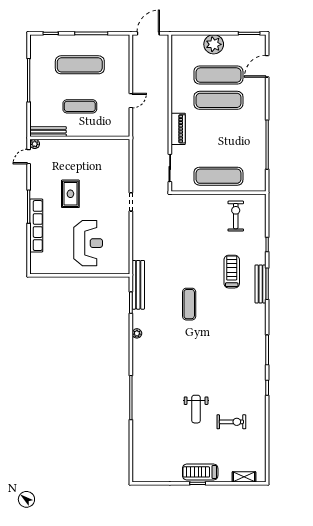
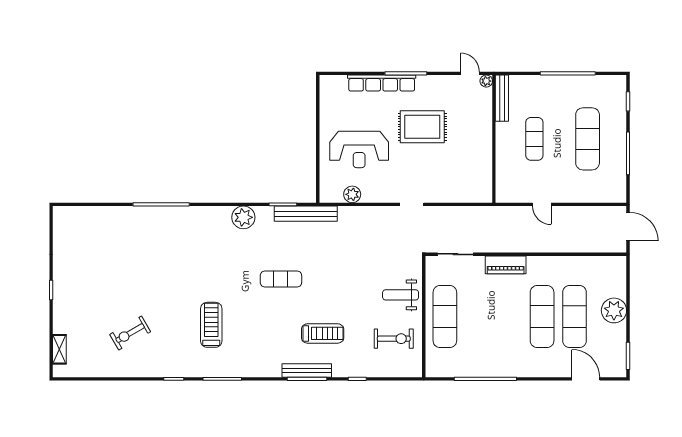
rug: (70, 194) -> (422, 127), width x1.36, depth x1.43
plant: (123, 248) -> (352, 194), added
plant: (137, 333) -> (243, 217), width x1.88, depth x1.88
weight bench: (196, 409) -> (401, 295), moved
exercise bike: (231, 422) -> (130, 333), turned 60
treadmill: (200, 472) -> (211, 325), moved

